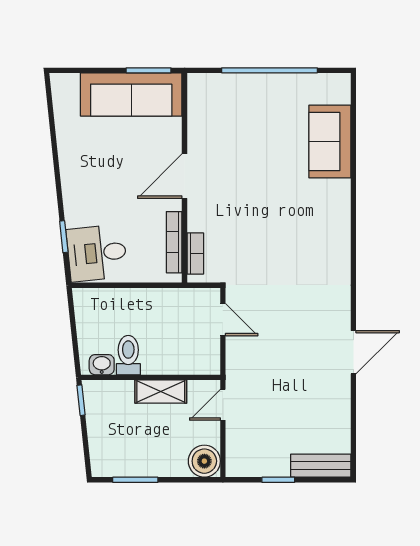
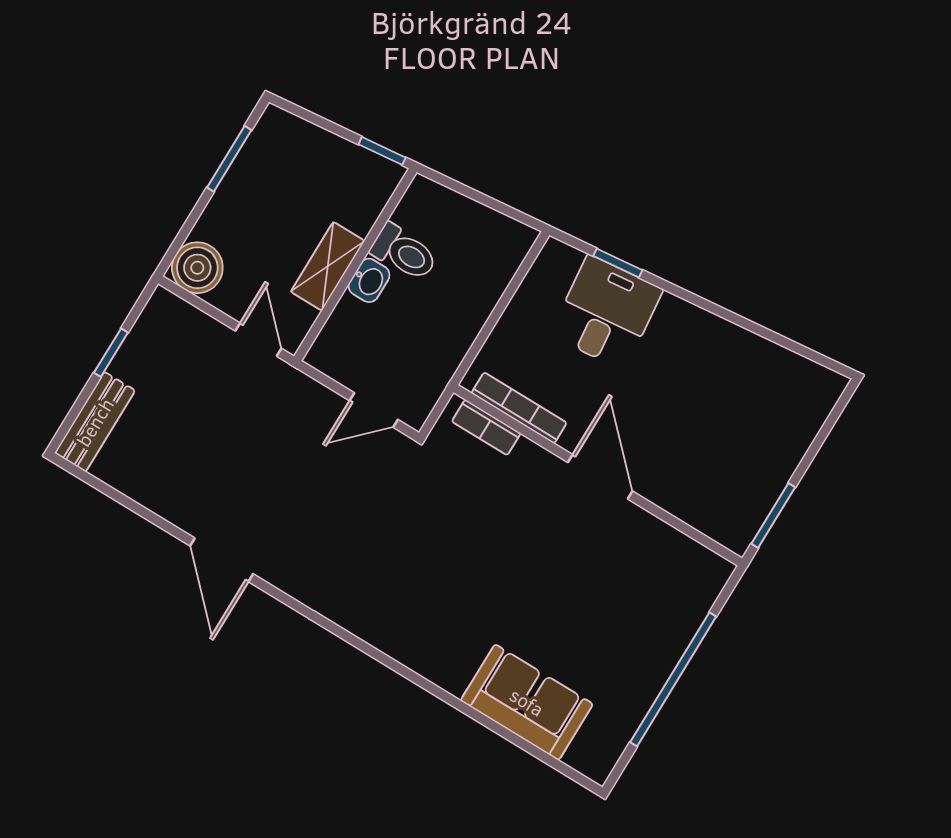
sofa: (131, 94) -> (755, 472), removed
desk: (97, 253) -> (606, 312), moved
washbasin: (102, 365) -> (369, 280), moved

